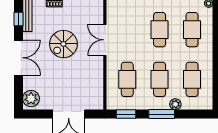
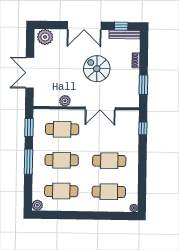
double door: (105, 40) -> (100, 108), swing flipped
plant: (97, 77) -> (65, 101), added
plant: (175, 104) -> (37, 205), moved

